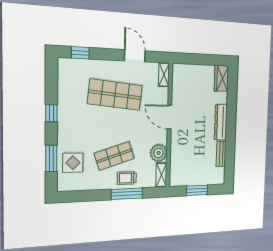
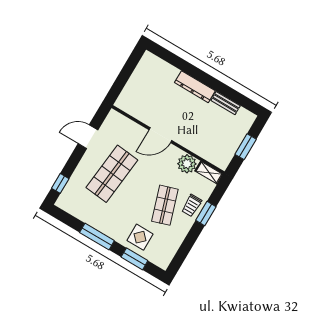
shelving: (164, 75) -> (119, 119), removed
wardrobe: (222, 78) -> (154, 63), removed
window: (51, 113) -> (97, 237), width x2.17
display table: (73, 163) -> (140, 237), moved
window: (127, 194) -> (206, 214), width x0.69

